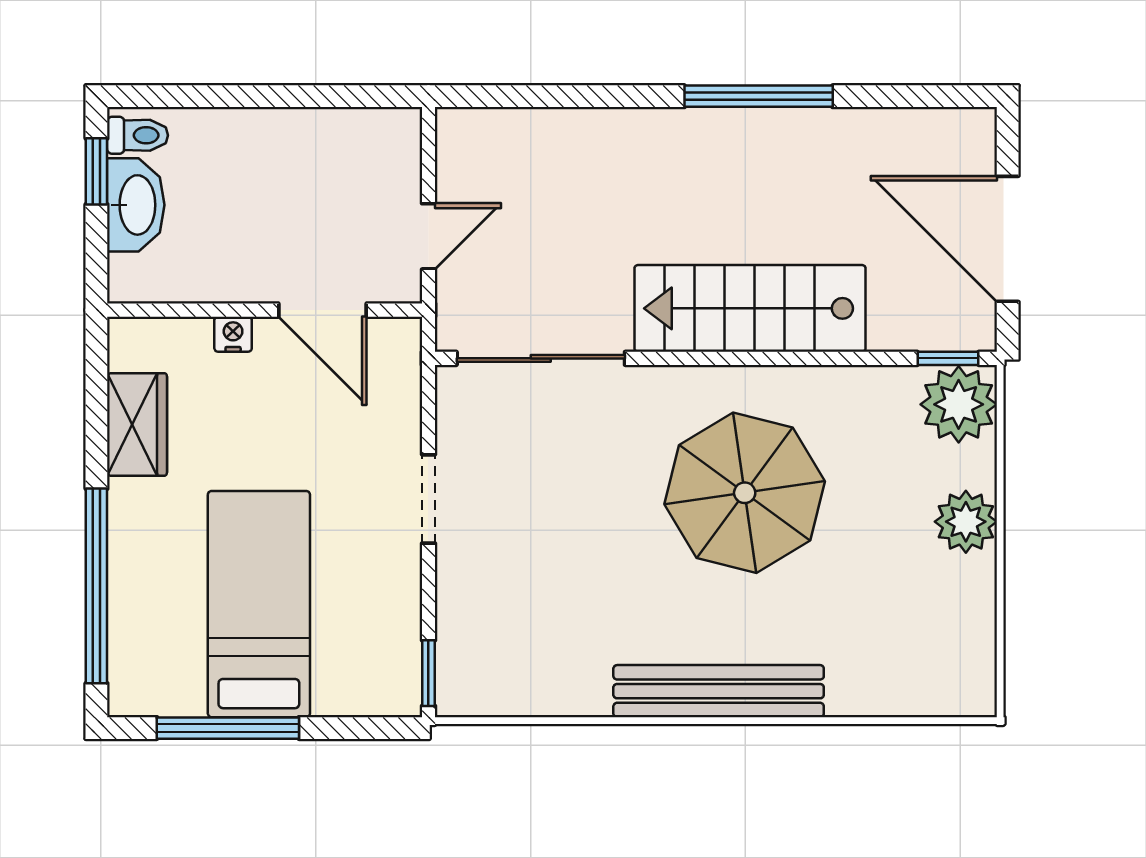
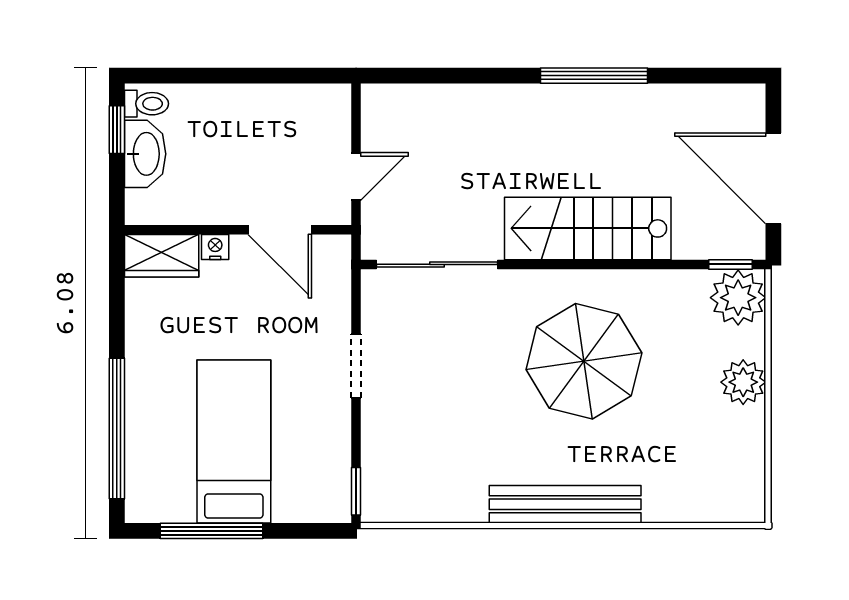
wardrobe: (137, 424) -> (162, 256), moved, turned 90

